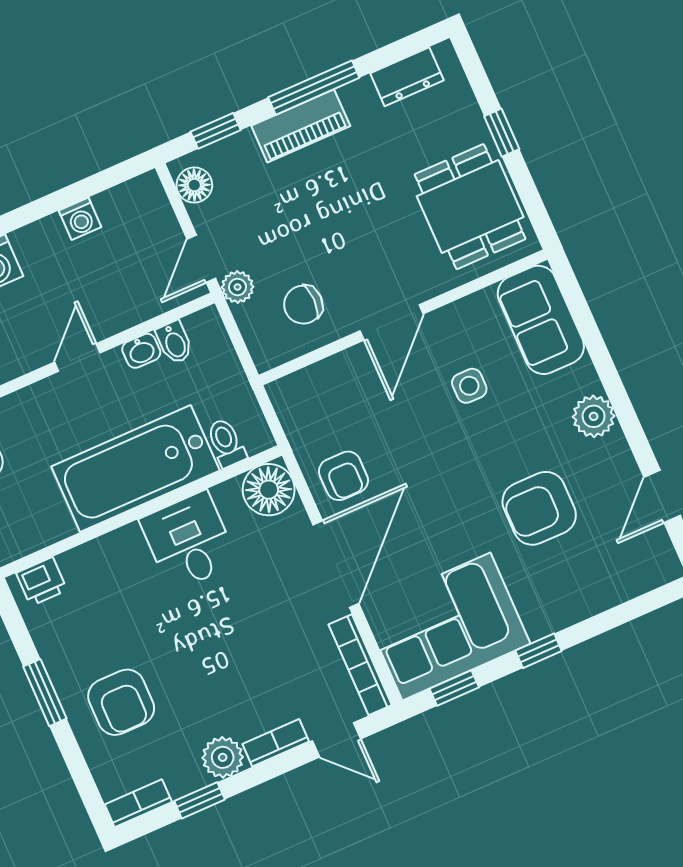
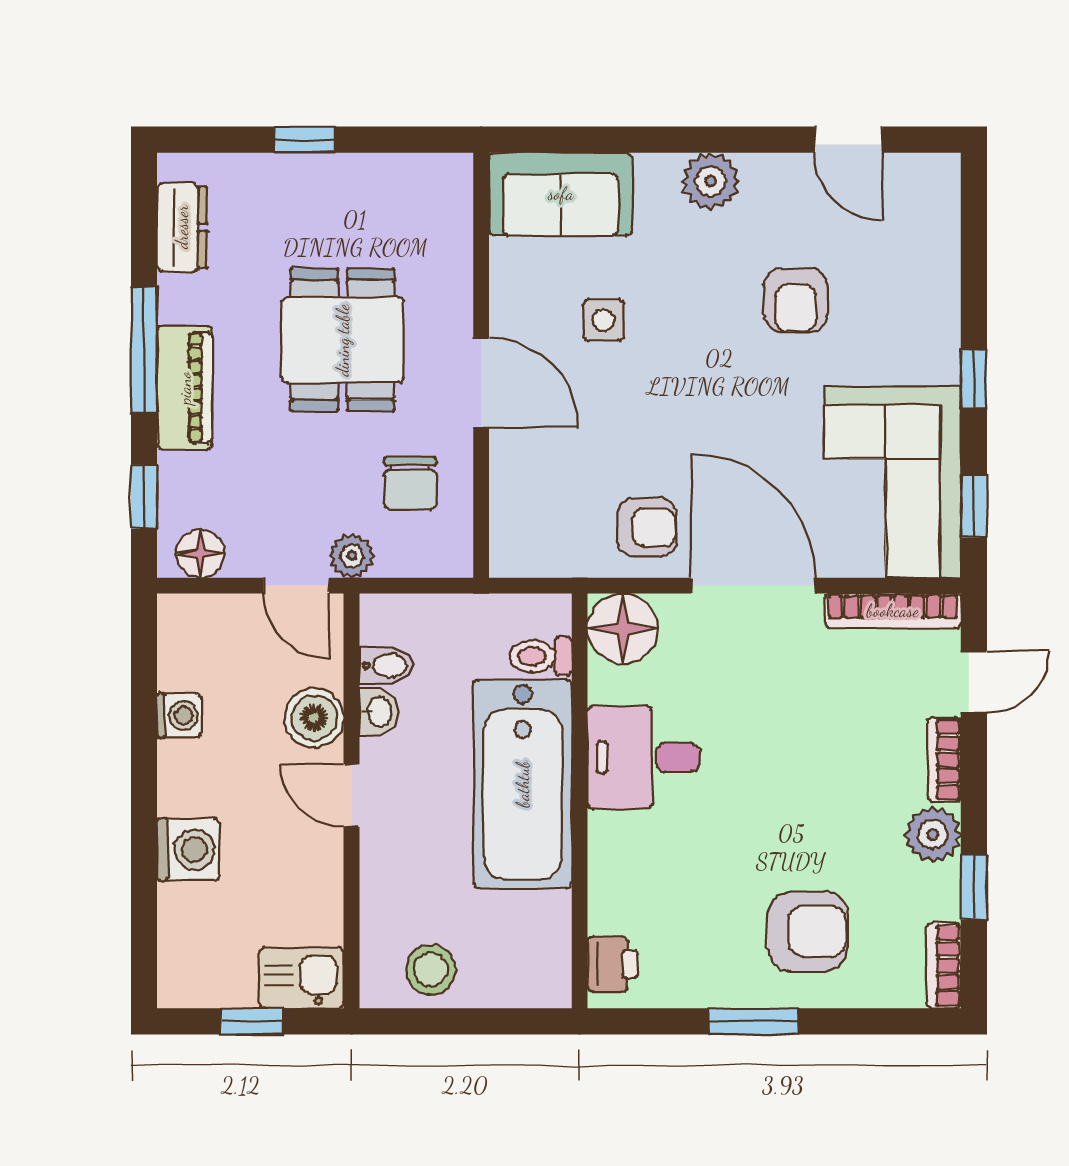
dining table: (470, 207) -> (343, 340), moved, turned 90
boiler: (118, 309) -> (314, 718), added
armchair: (539, 508) -> (796, 300), width x0.72, depth x0.72

